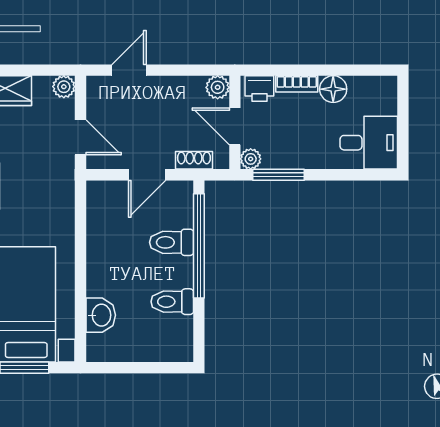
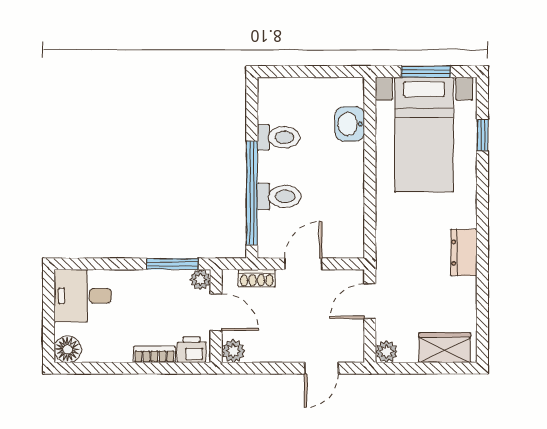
floor lamp: (333, 89) -> (67, 349), moved
door: (80, 137) -> (370, 301), hinge flipped

